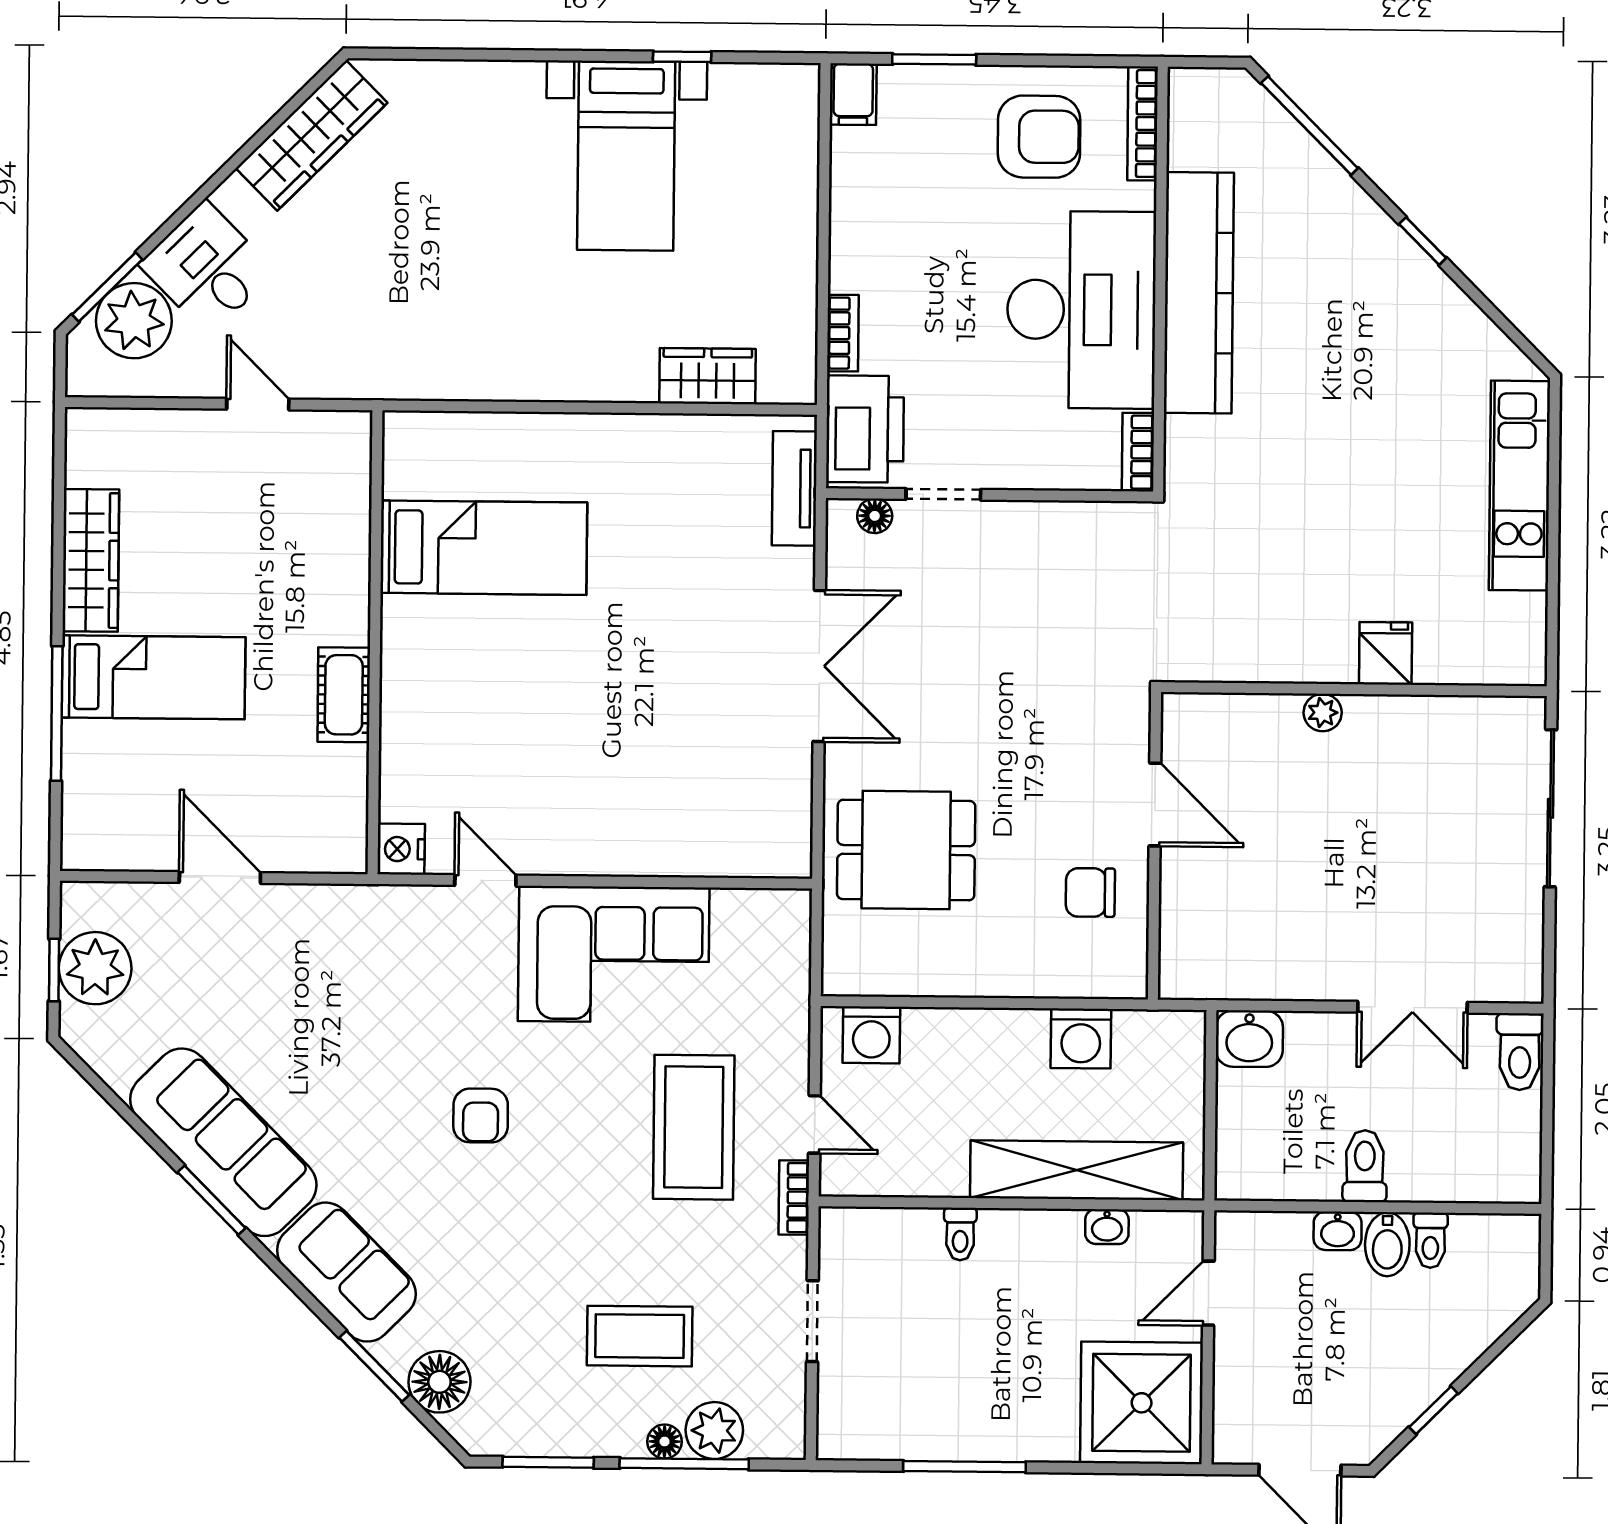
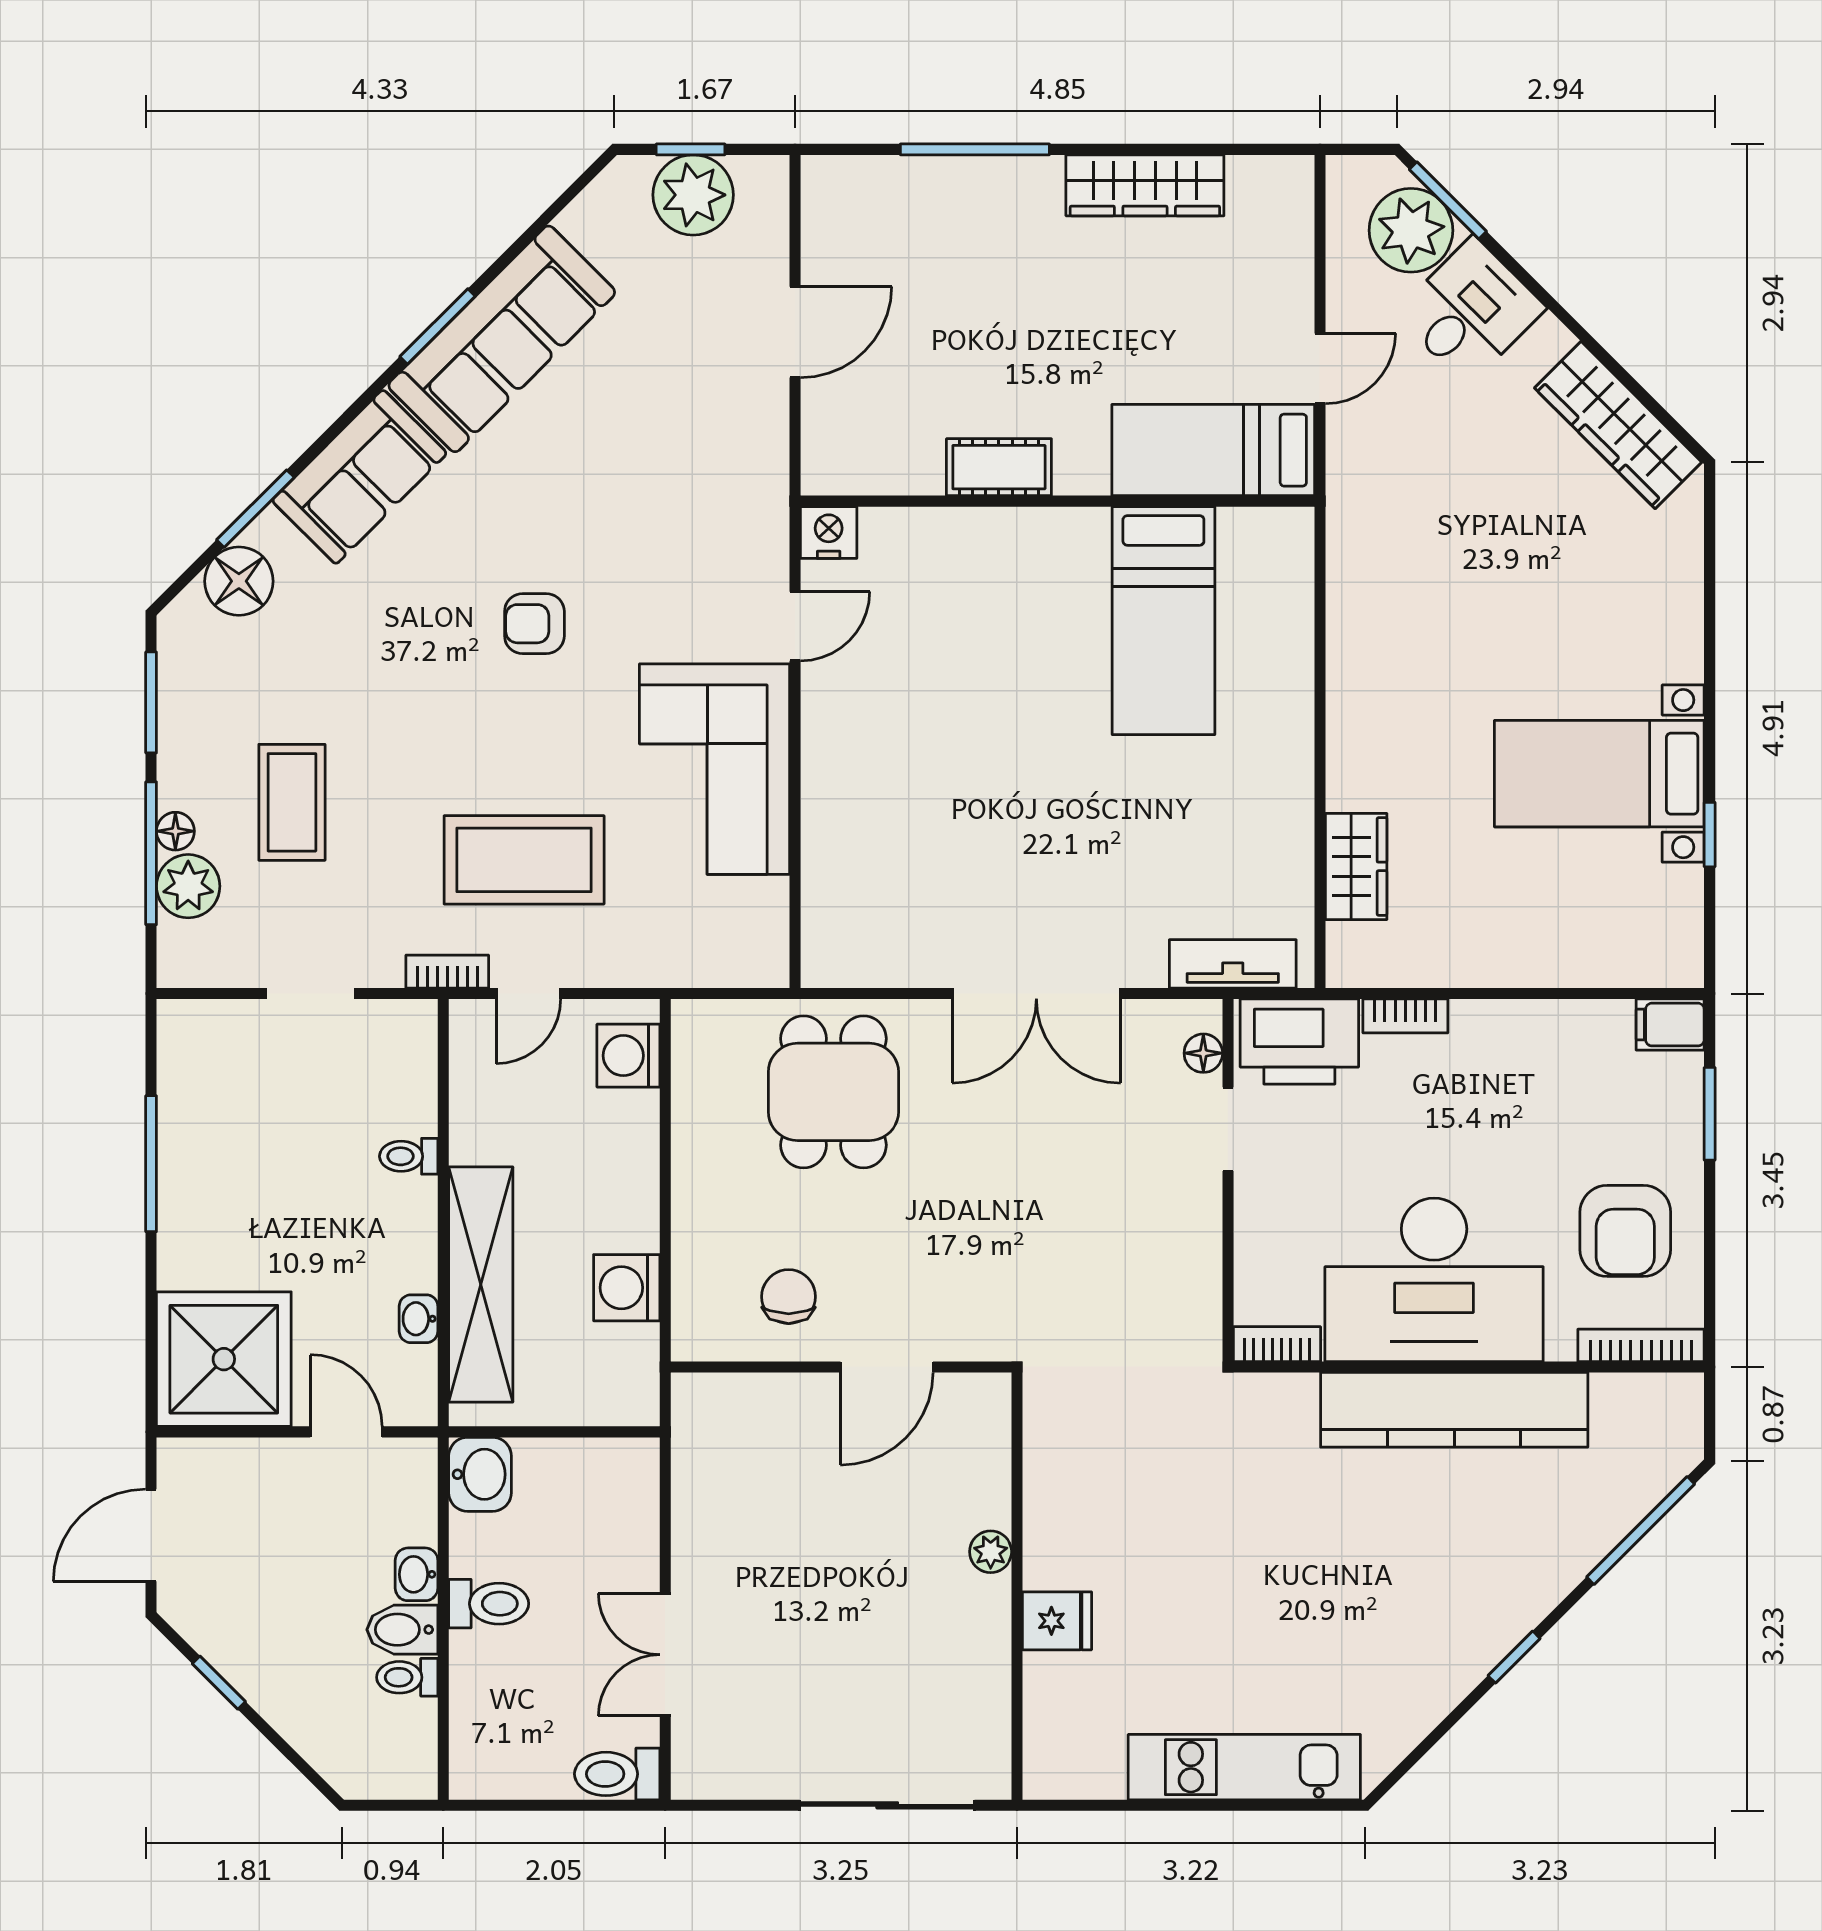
bed: (153, 677) -> (1213, 450), moved, turned 90
washbasin: (1249, 1039) -> (480, 1474), moved, turned 180

